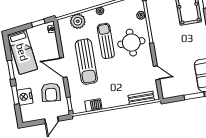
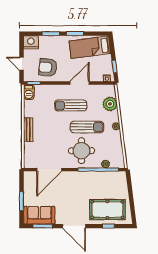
sun lounger: (86, 62) -> (71, 106), width x0.73, depth x0.75
door: (63, 68) -> (80, 83), moved
door: (157, 73) -> (49, 170), width x1.87
nightstand: (25, 97) -> (31, 42), moved
bench: (141, 98) -> (28, 130), moved
barbecue: (93, 105) -> (29, 92), moved

